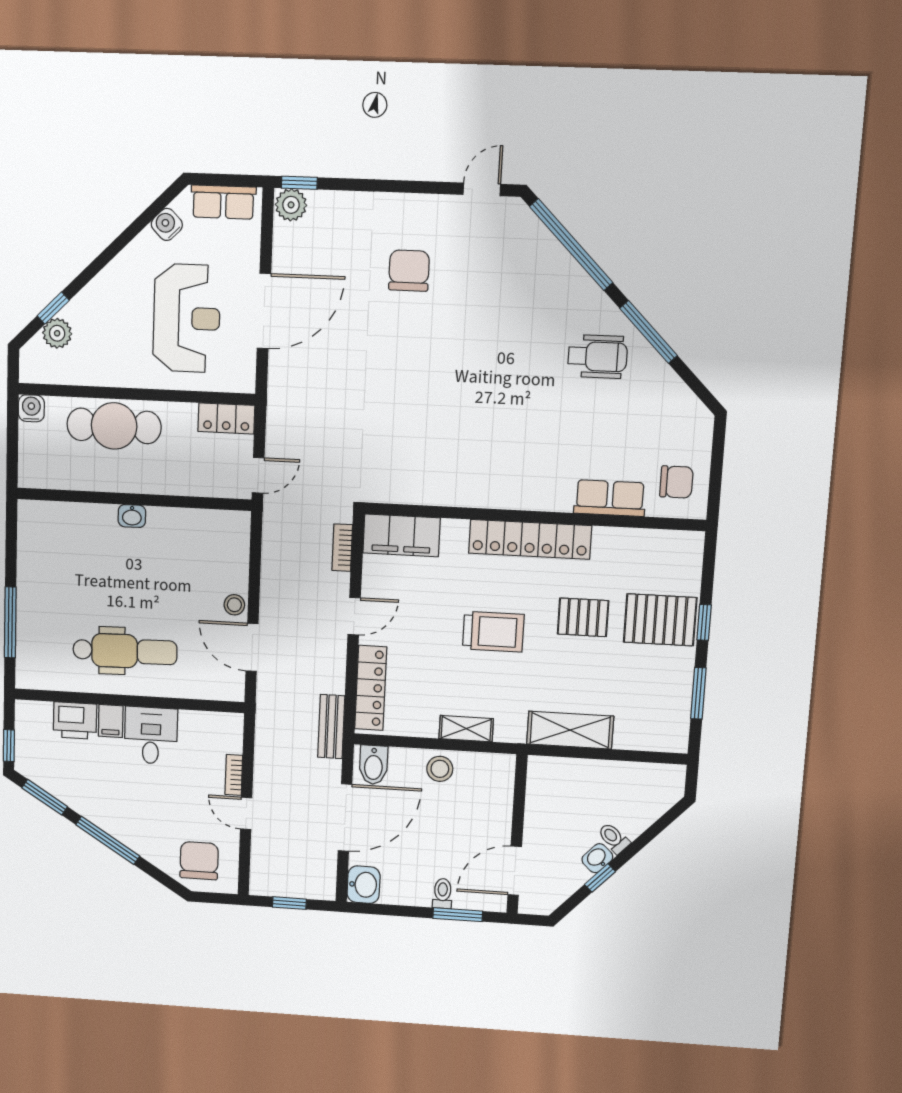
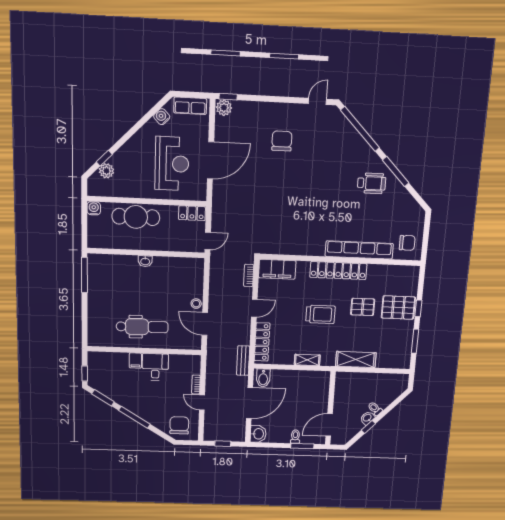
row of seats: (610, 498) -> (359, 250), width x2.02
window: (10, 622) -> (84, 275), moved
printer: (75, 721) -> (118, 361), removed
stool: (440, 769) -> (295, 379), removed

